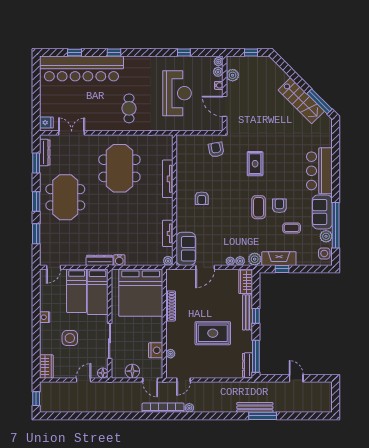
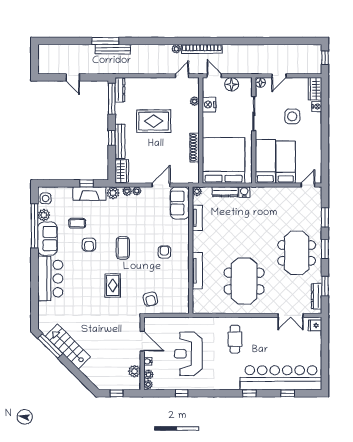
coffee table: (259, 207) -> (123, 248), moved
dresser: (100, 260) -> (225, 192), moved
nightstand: (45, 317) -> (317, 106), moved

